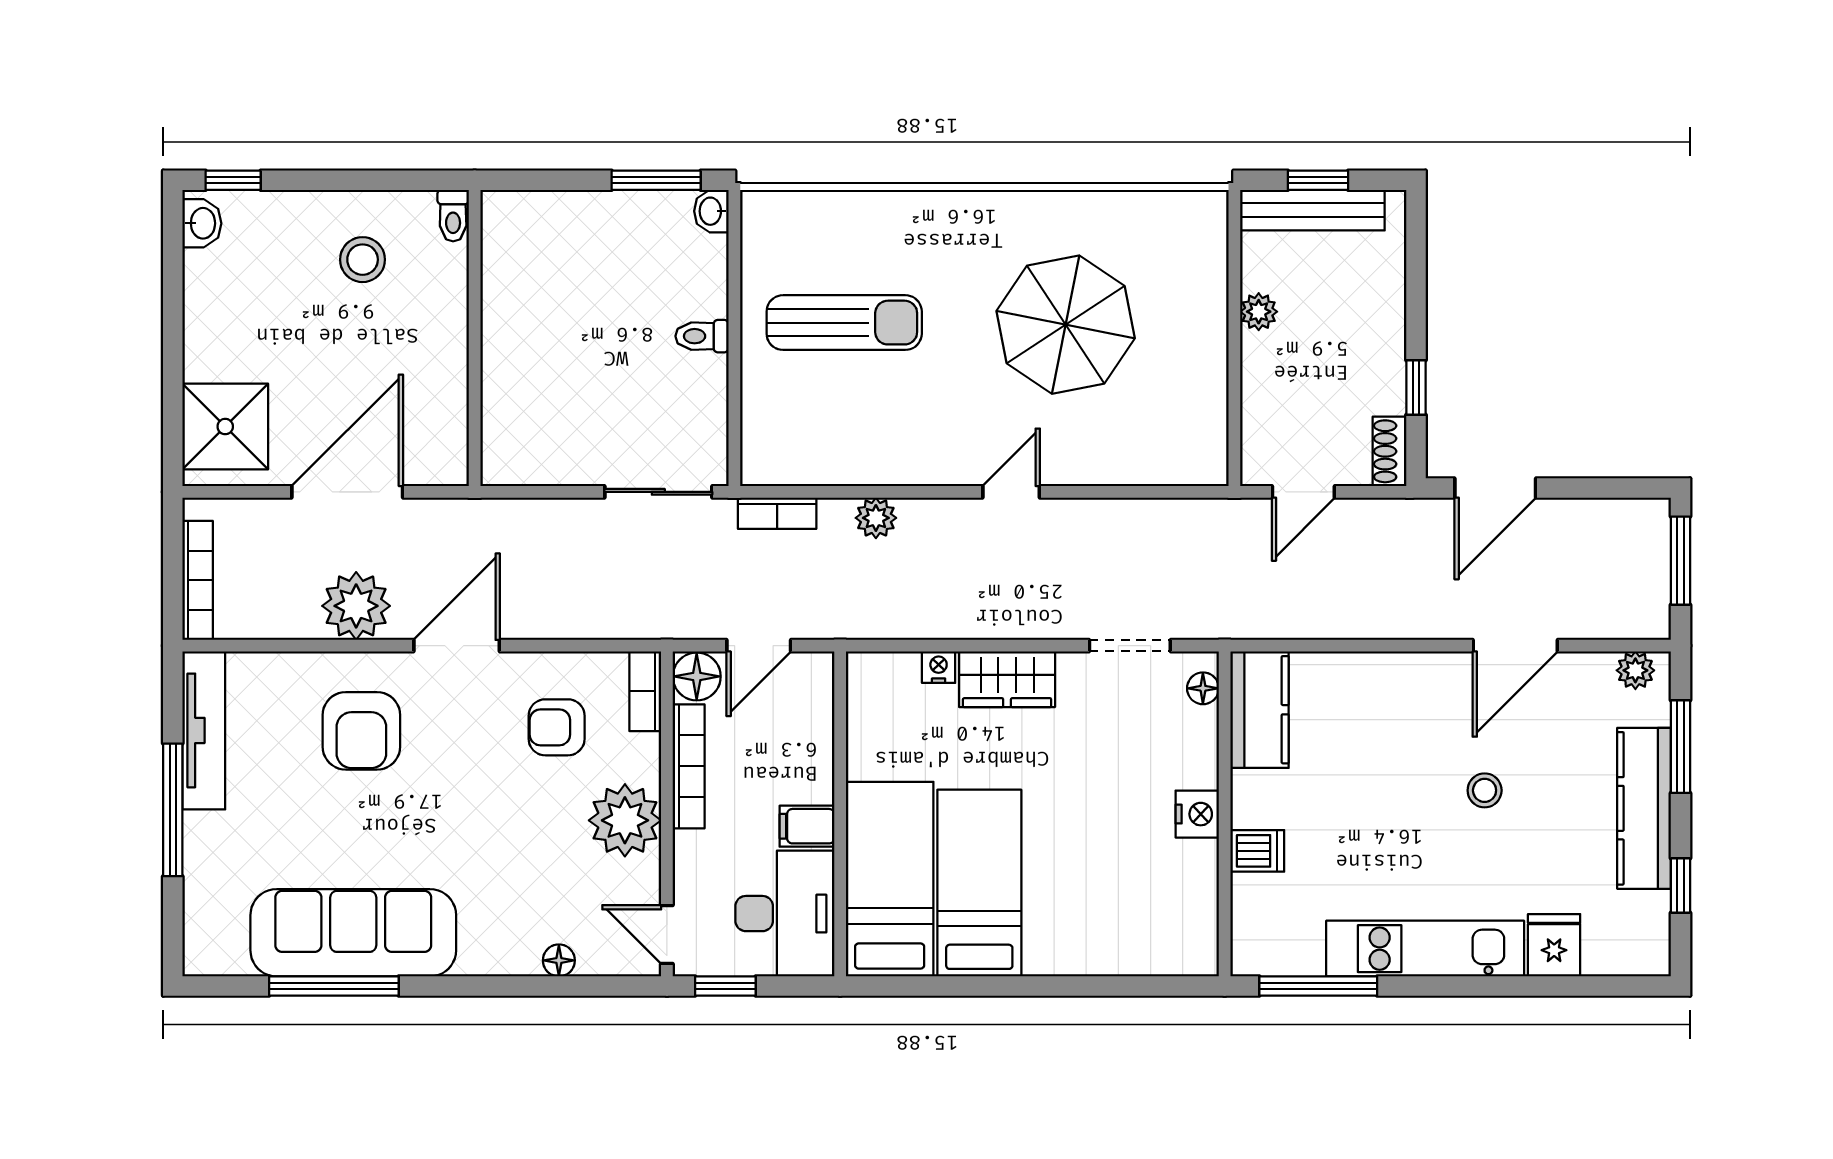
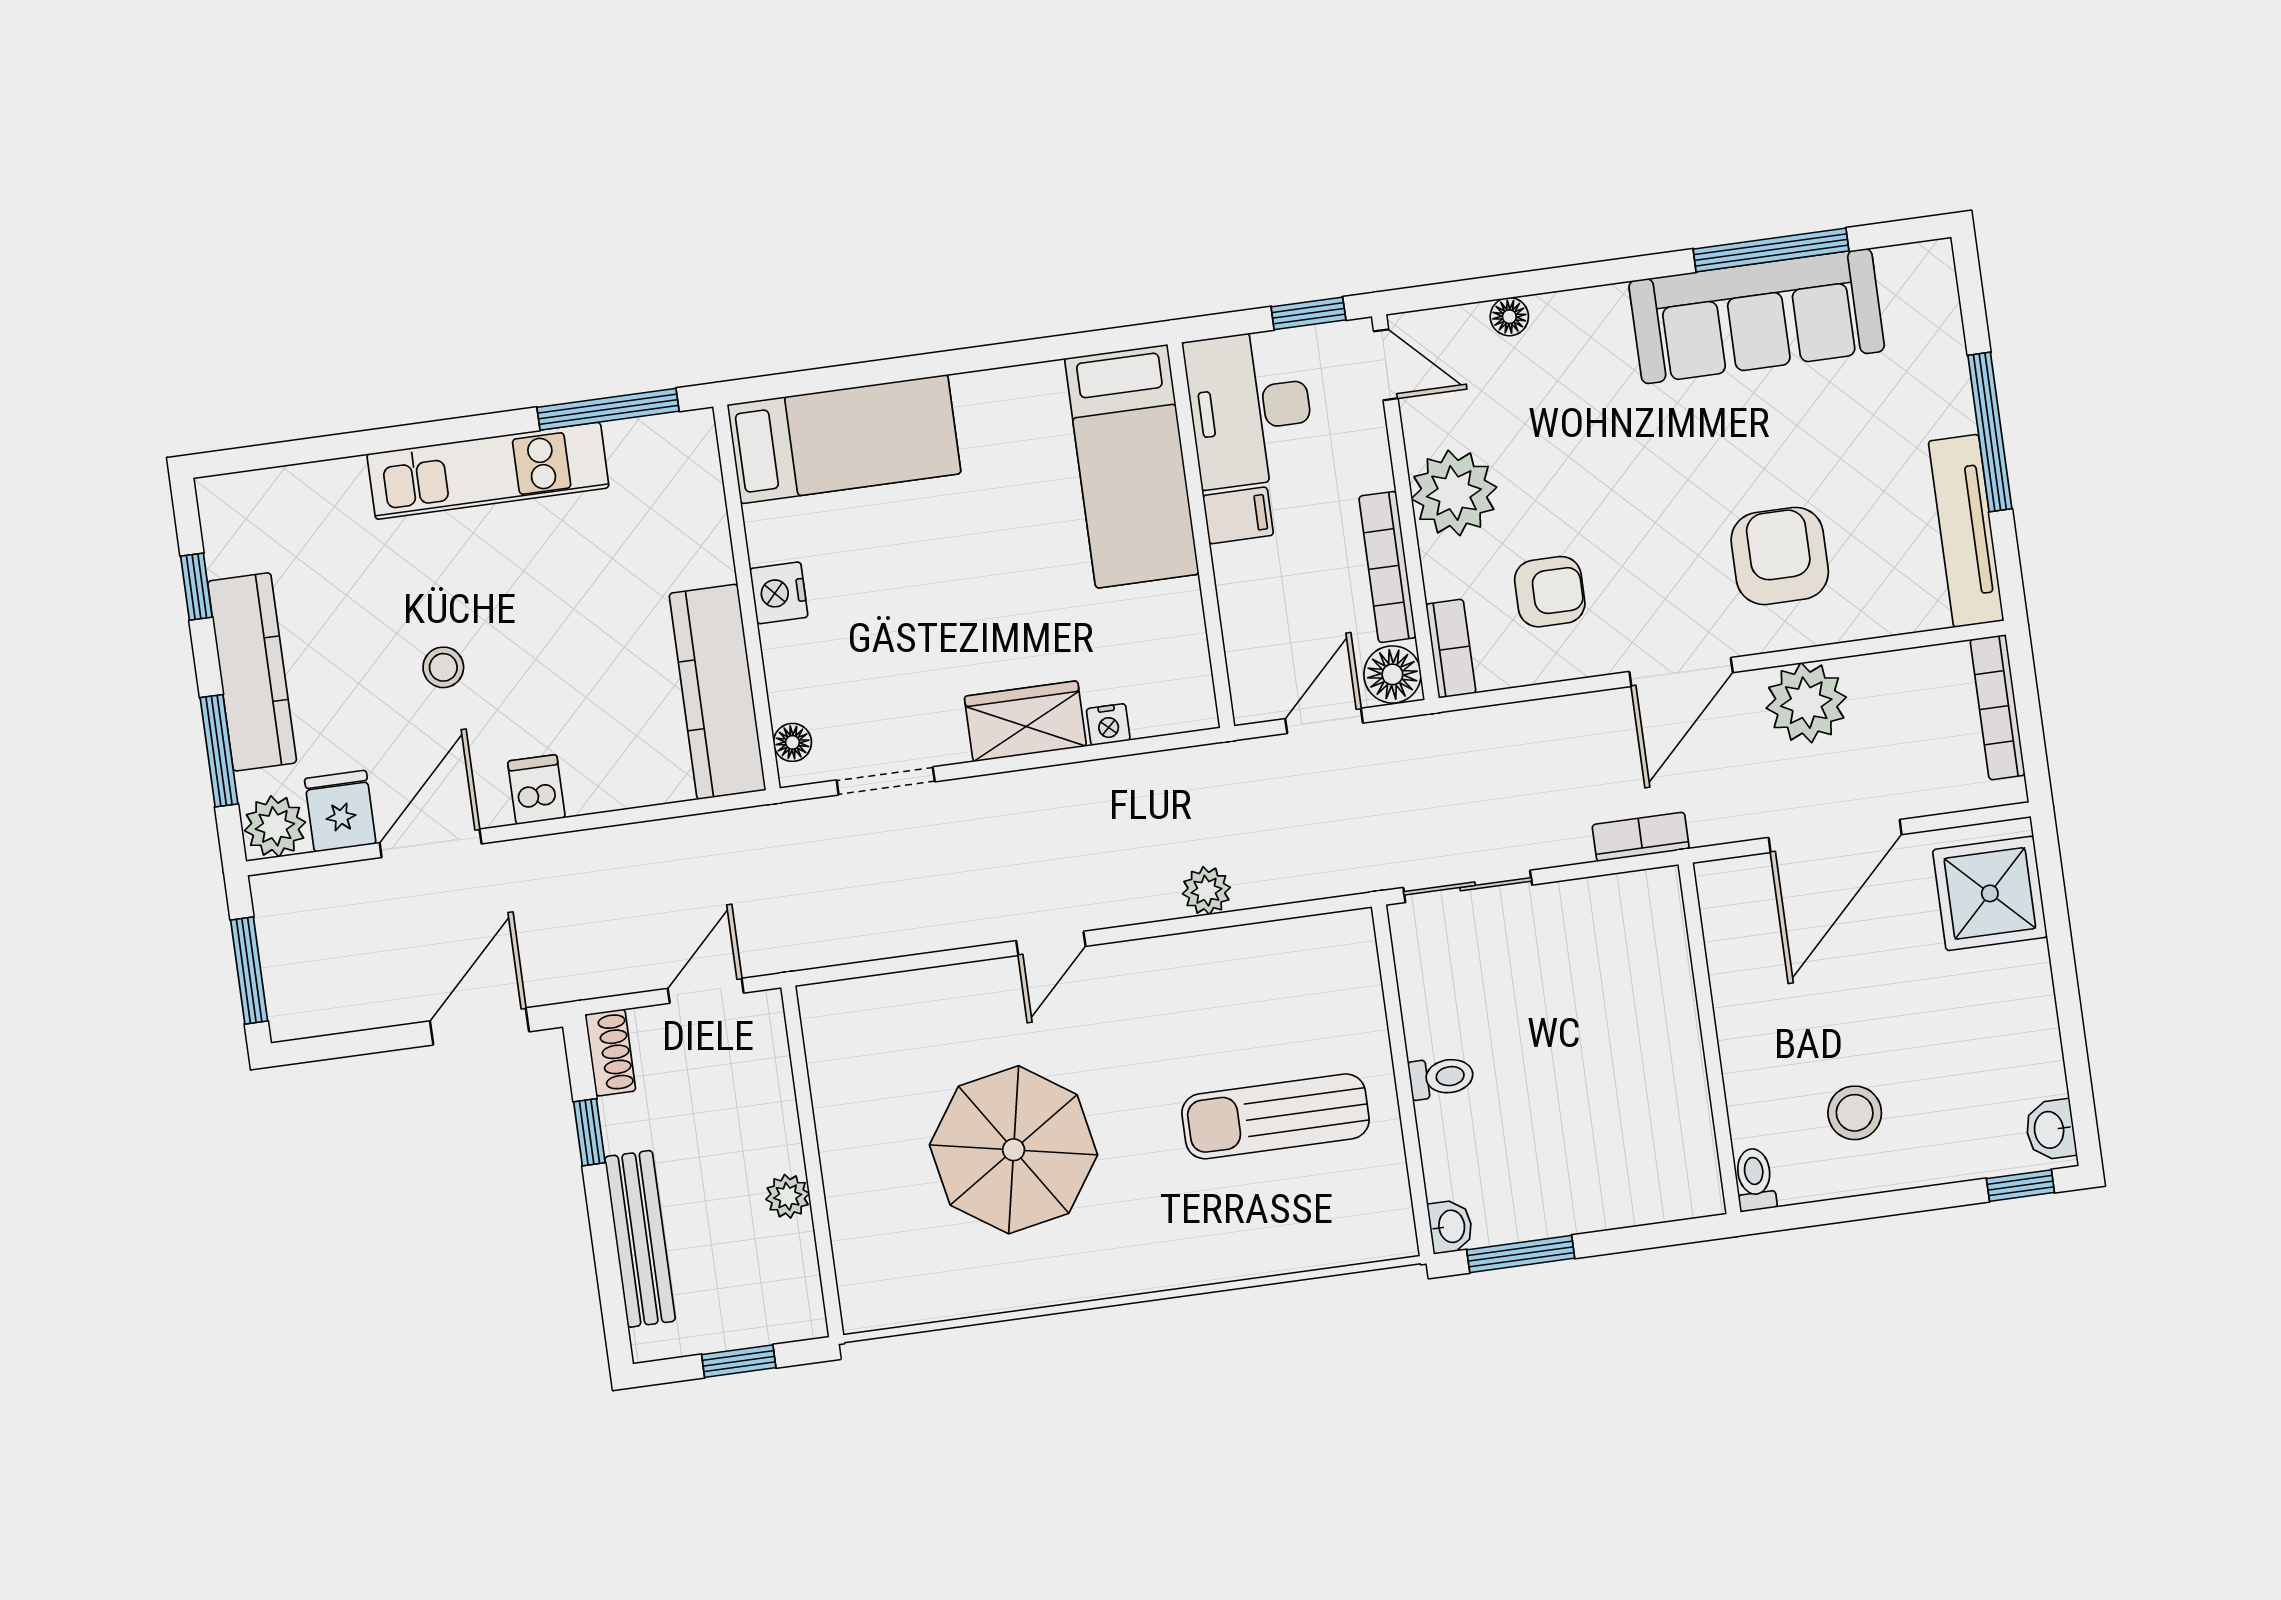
bench: (1312, 210) -> (640, 1239), moved, turned 90
bookcase: (777, 513) -> (1641, 837), moved
plant: (1635, 670) -> (275, 826), width x1.38, depth x1.38
kitchen counter: (1260, 710) -> (717, 692), width x1.50
dishwasher: (1257, 851) -> (536, 789), moved, turned 90
bed: (979, 883) -> (844, 439), moved, turned -90
fridge: (1554, 945) -> (340, 811), moved, turned 180

